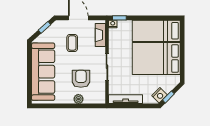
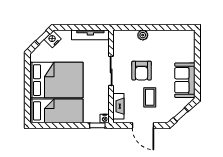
sofa: (43, 72) -> (185, 80), width x0.54, depth x0.79
armchair: (81, 79) -> (142, 71), moved

